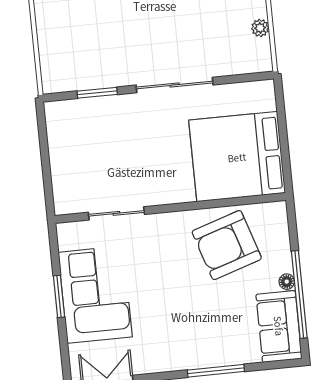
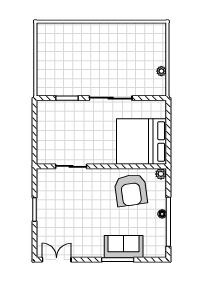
plant: (277, 211) -> (161, 174), added
armchair: (227, 245) -> (131, 190), turned -80
corner sofa: (95, 295) -> (55, 211), removed
sofa: (279, 326) -> (124, 247), moved, turned 90

